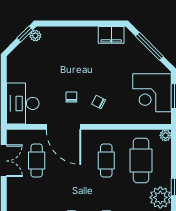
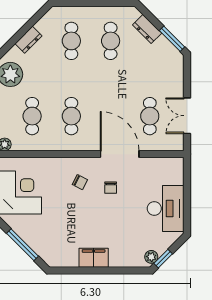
filing cabinet: (111, 35) -> (94, 258), moved
desk: (23, 103) -> (166, 208), moved
cafe table: (141, 160) -> (32, 116), width x0.73, depth x0.74

